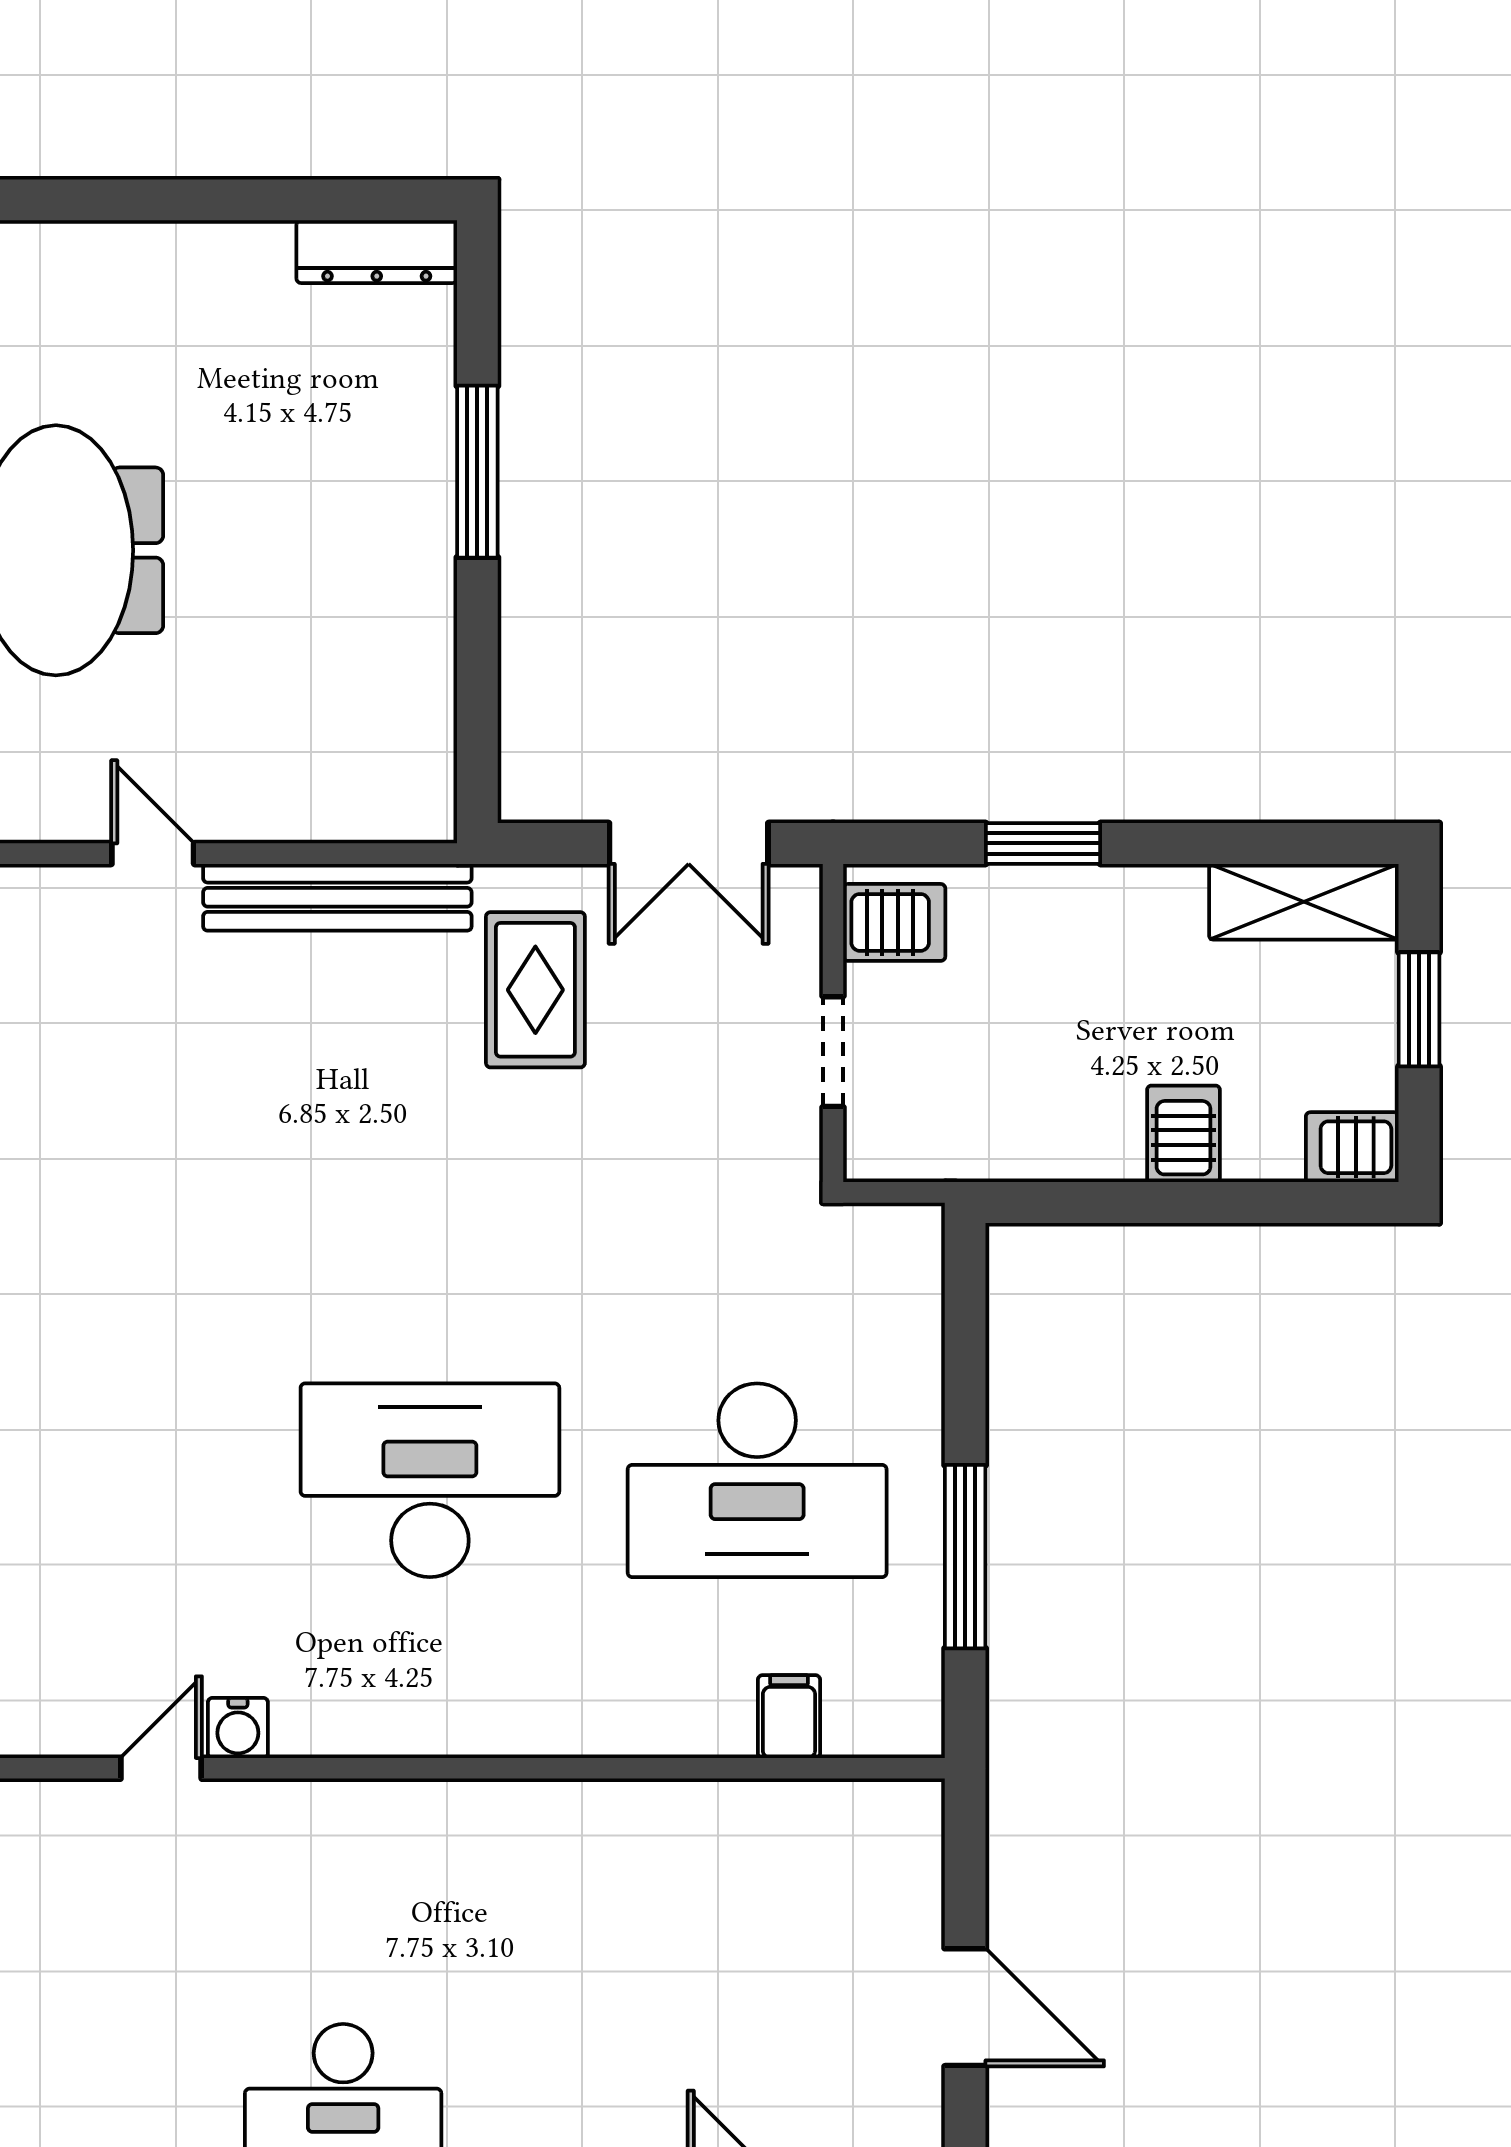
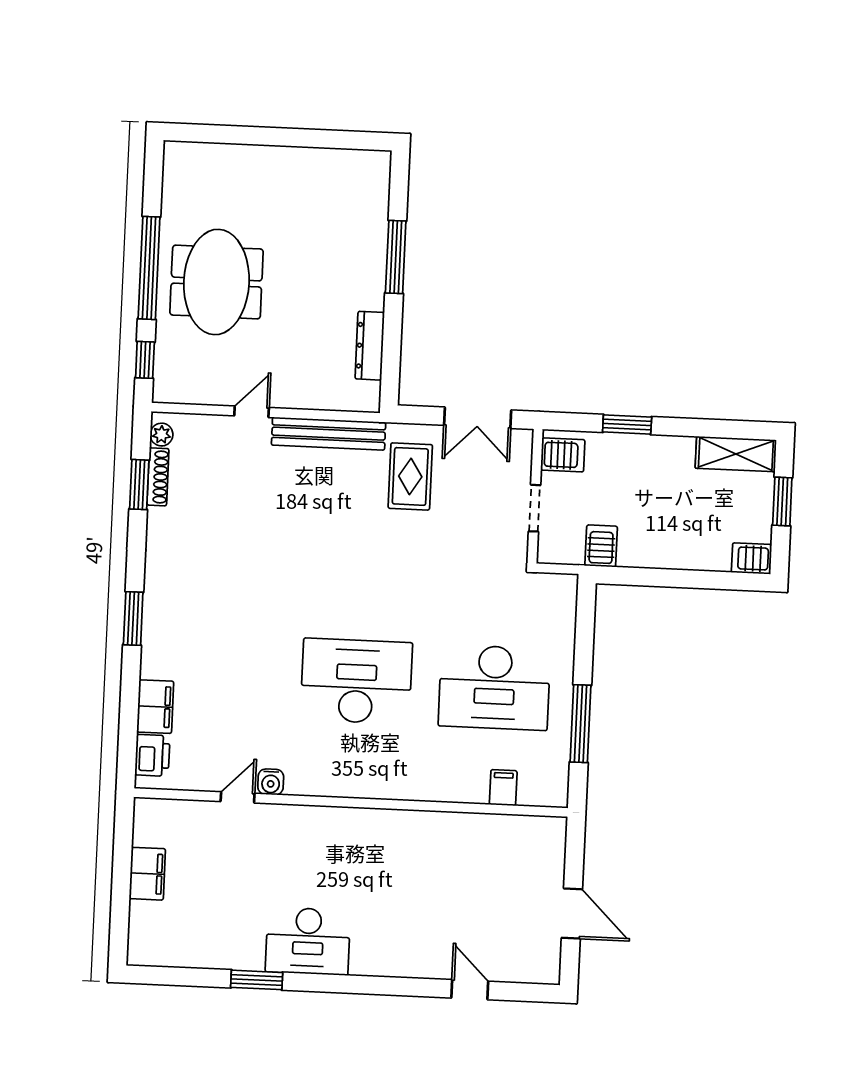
dresser: (377, 252) -> (370, 346), moved, turned 90
door: (153, 854) -> (252, 412), hinge flipped
server rack: (1183, 1134) -> (601, 546), moved

